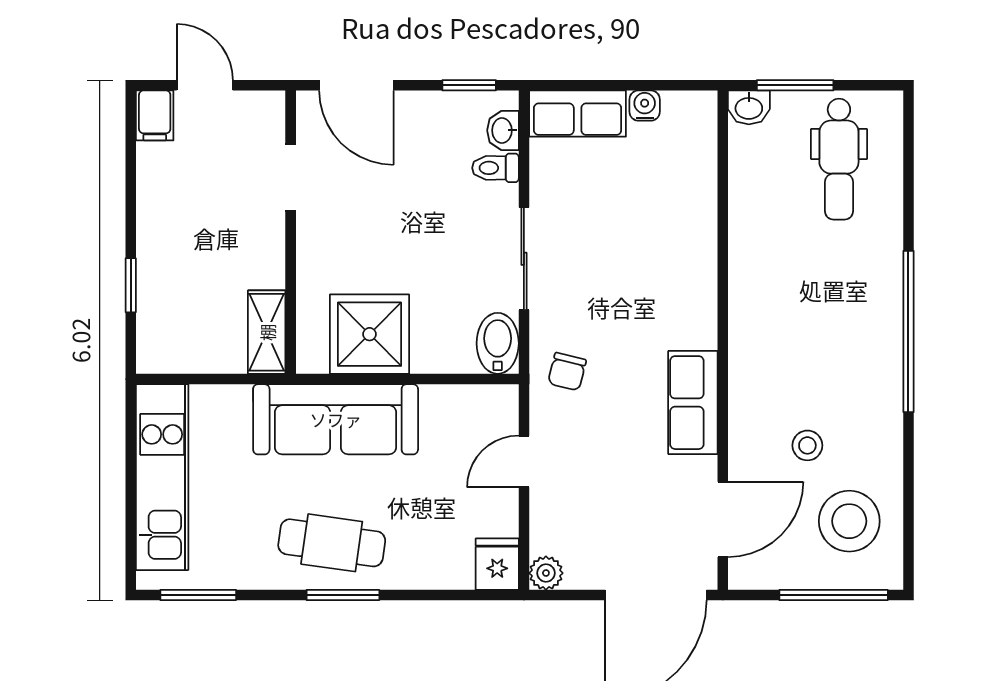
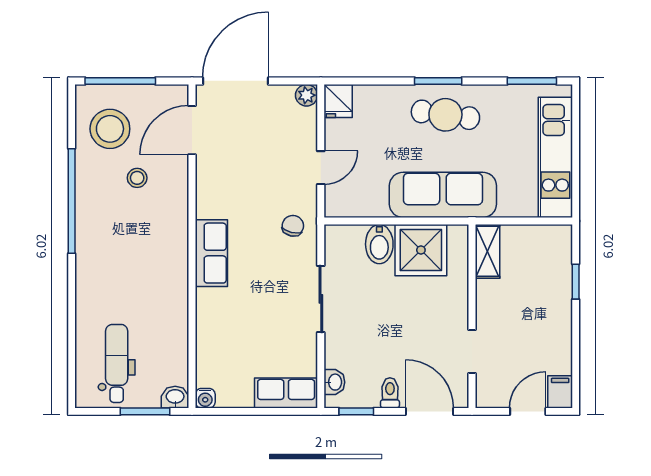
door: (205, 85) -> (528, 411), swing flipped
water cooler: (645, 106) -> (205, 398), moved
toilet: (495, 168) -> (390, 393), moved, turned -90
window: (908, 331) -> (72, 201), moved
bidet: (498, 343) -> (379, 244), moved
row of seats: (693, 403) -> (211, 253), moved

